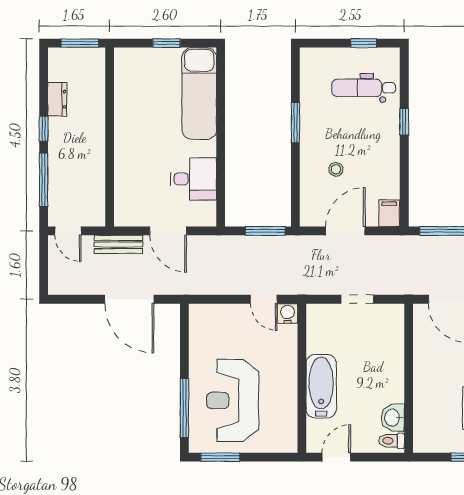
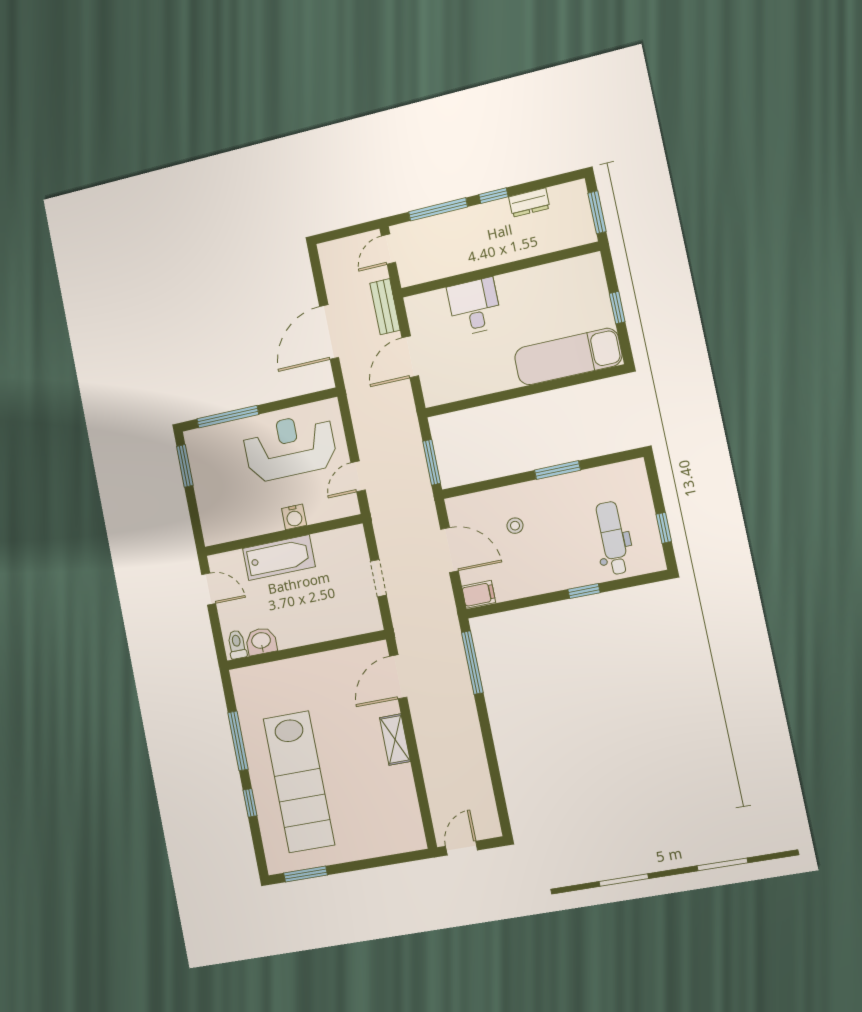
desk: (193, 179) -> (474, 307), moved, turned 180
water cooler: (288, 314) -> (294, 517), moved, turned 90
reception desk: (233, 400) -> (290, 447), moved

